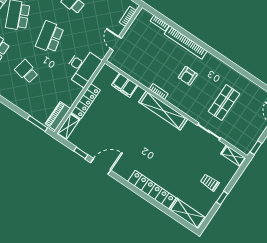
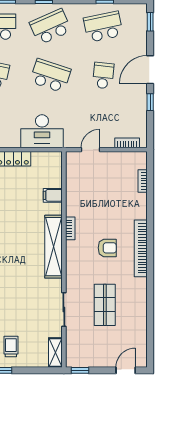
school desk: (50, 37) -> (50, 76), turned 30
bookcase: (186, 43) -> (141, 248), moved
armchair: (188, 76) -> (107, 248), turned 180
filing cabinet: (125, 85) -> (53, 195), width x0.50
shop shelf: (224, 103) -> (105, 305), turned 90

